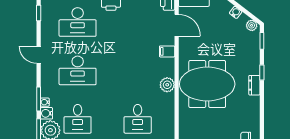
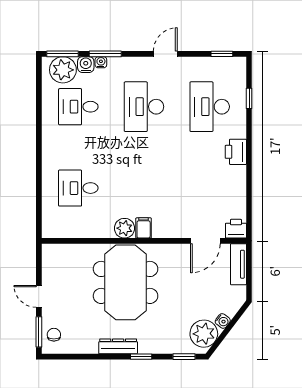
plant: (252, 25) -> (204, 334), width x1.88, depth x1.88
filing cabinet: (167, 51) -> (144, 228), moved
dresser: (254, 85) -> (118, 346), width x1.44

